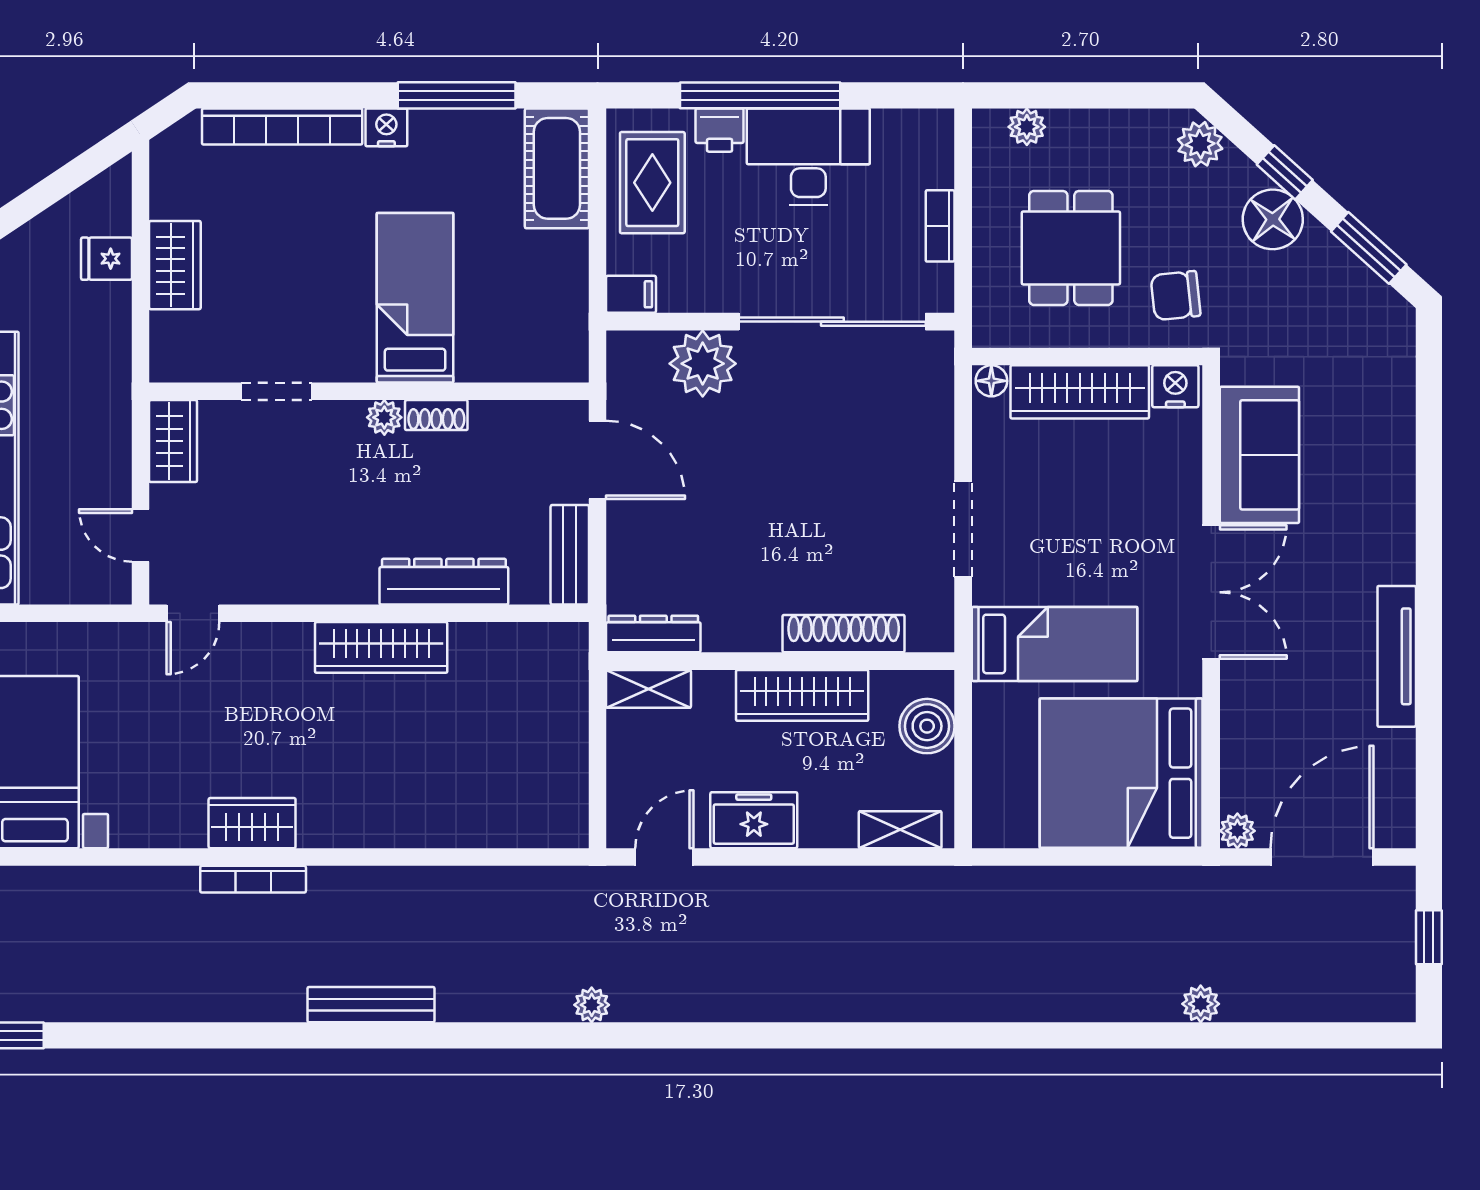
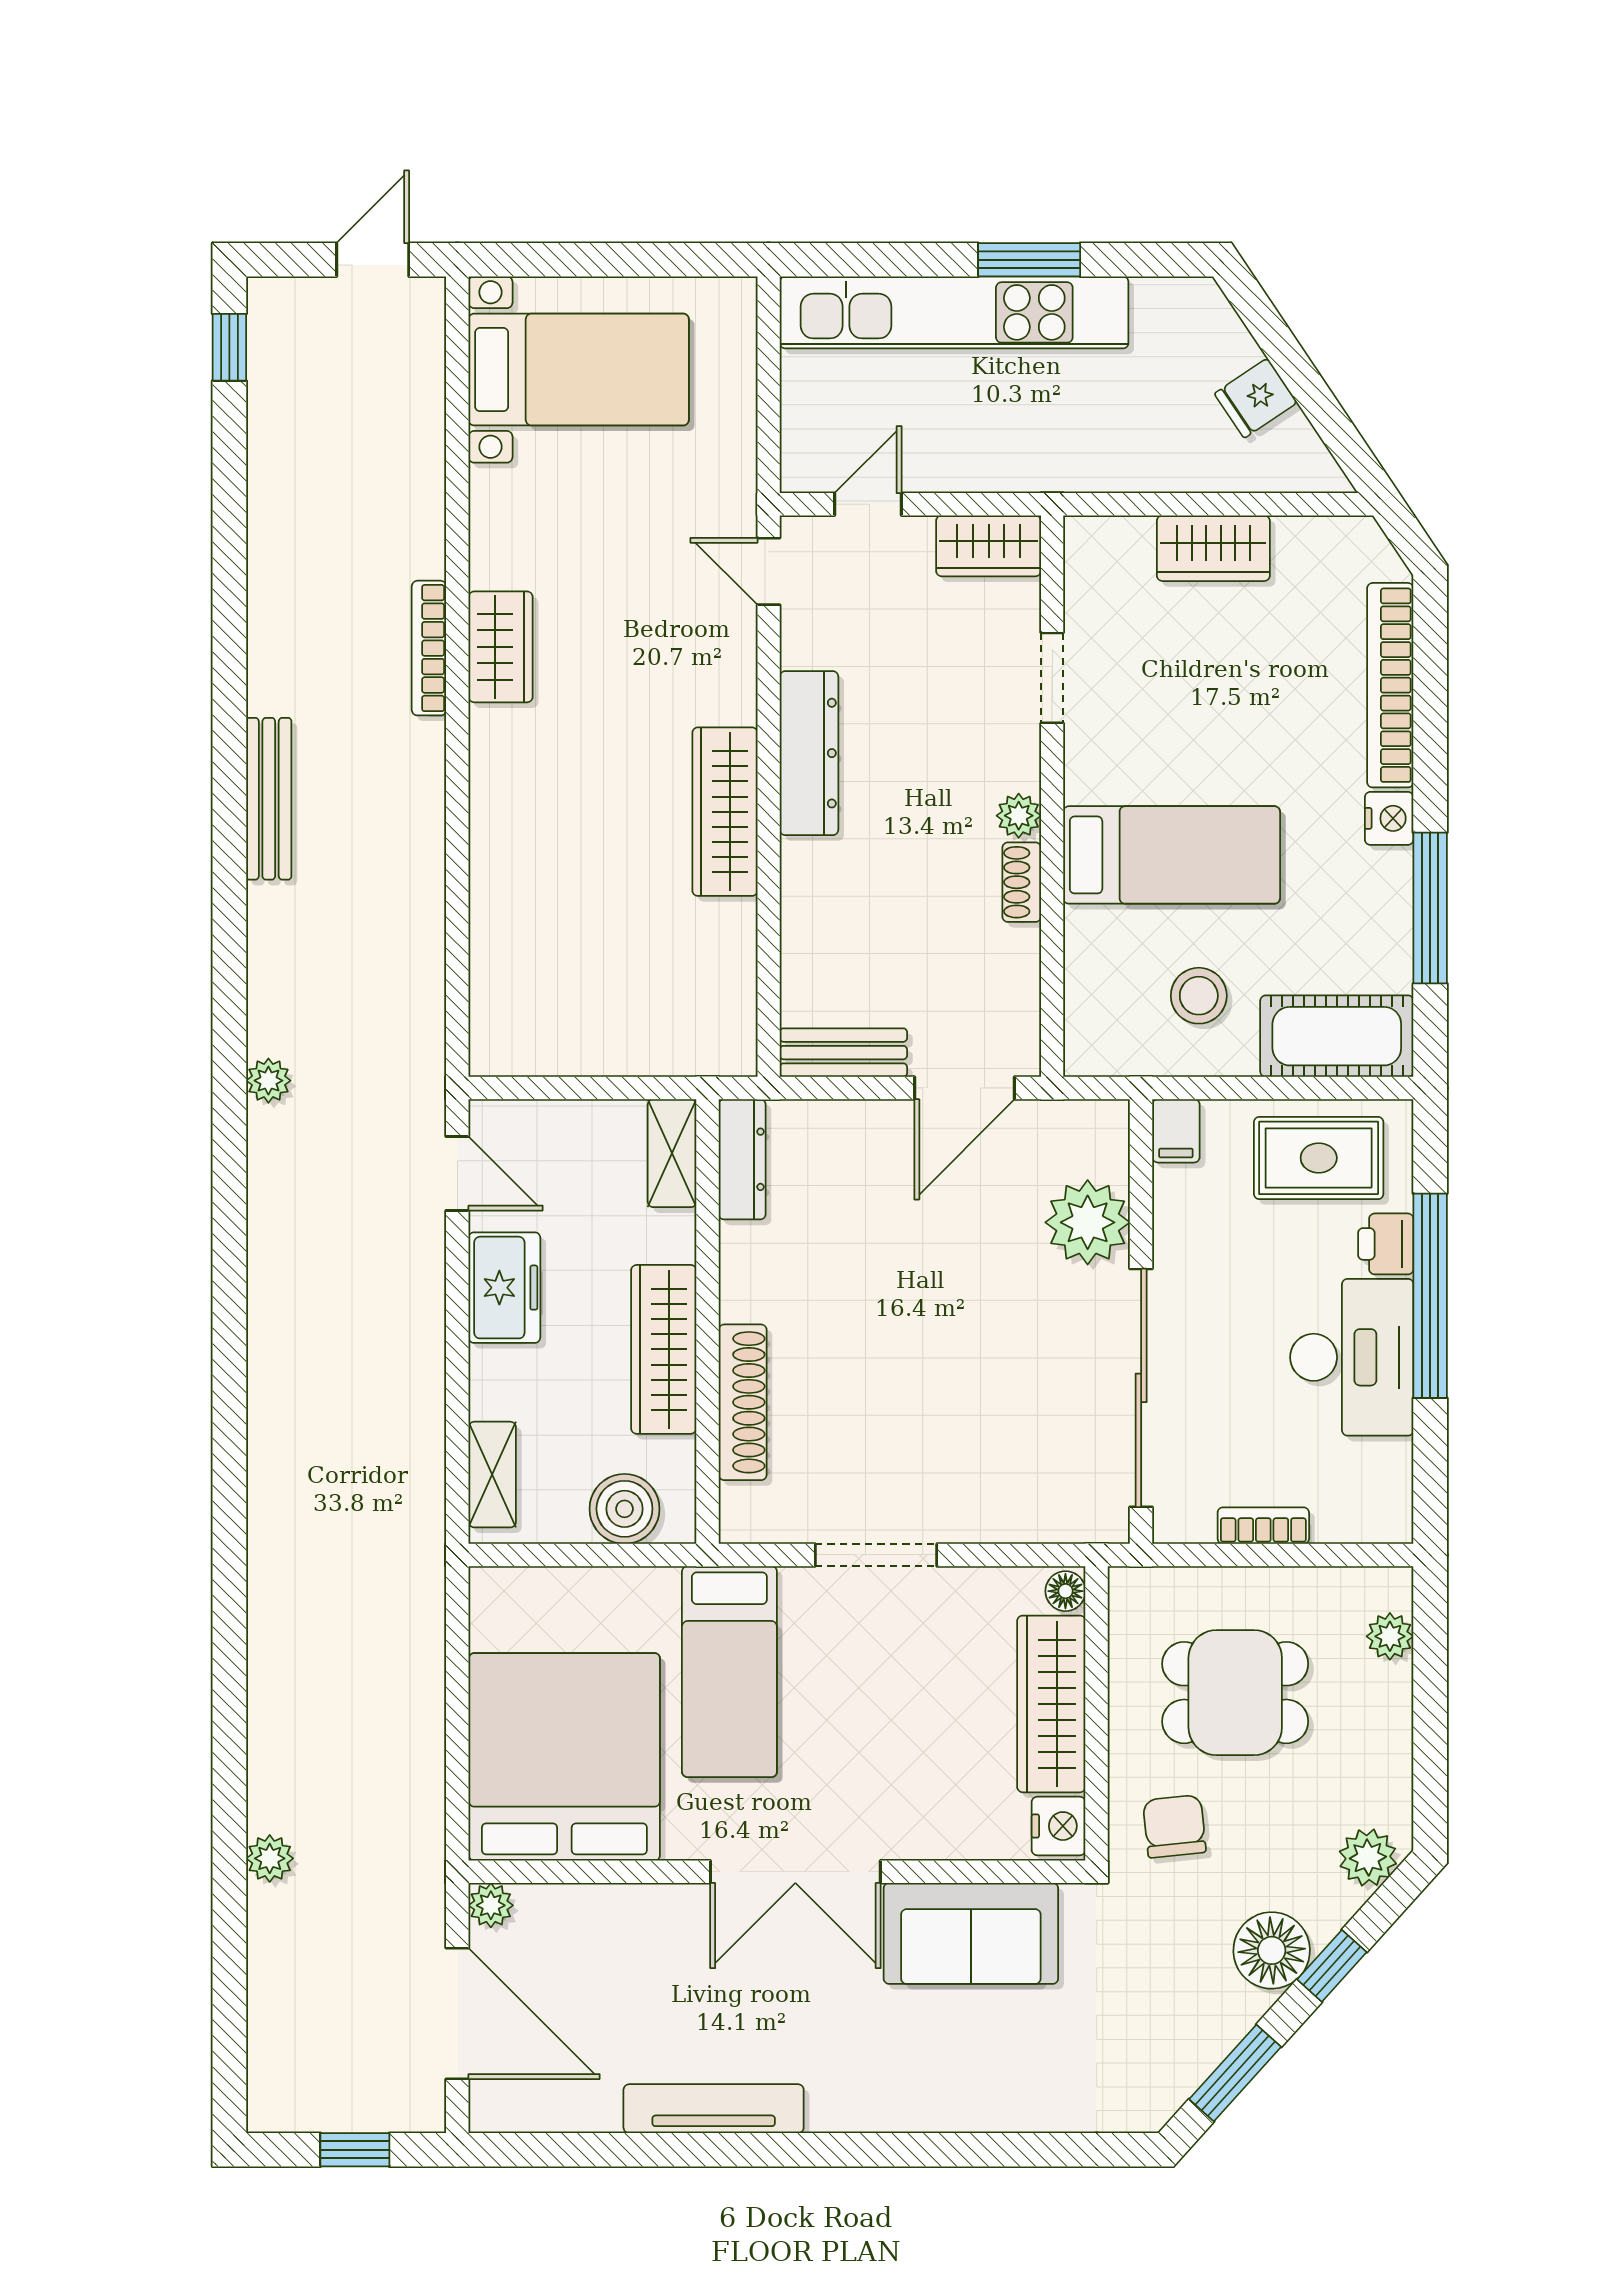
fridge: (107, 259) -> (1256, 398), moved, turned -124
stool: (525, 276) -> (1199, 996), added
dresser: (444, 582) -> (809, 753), moved

